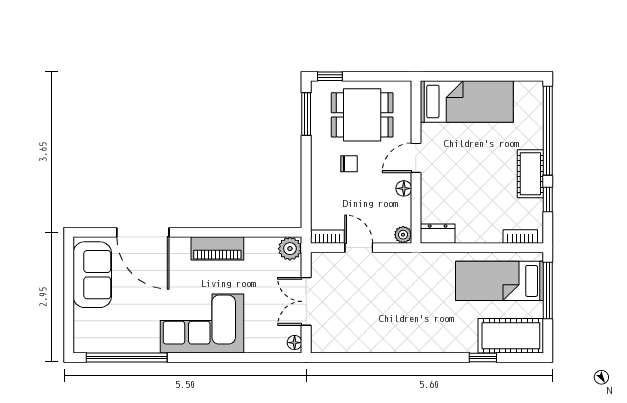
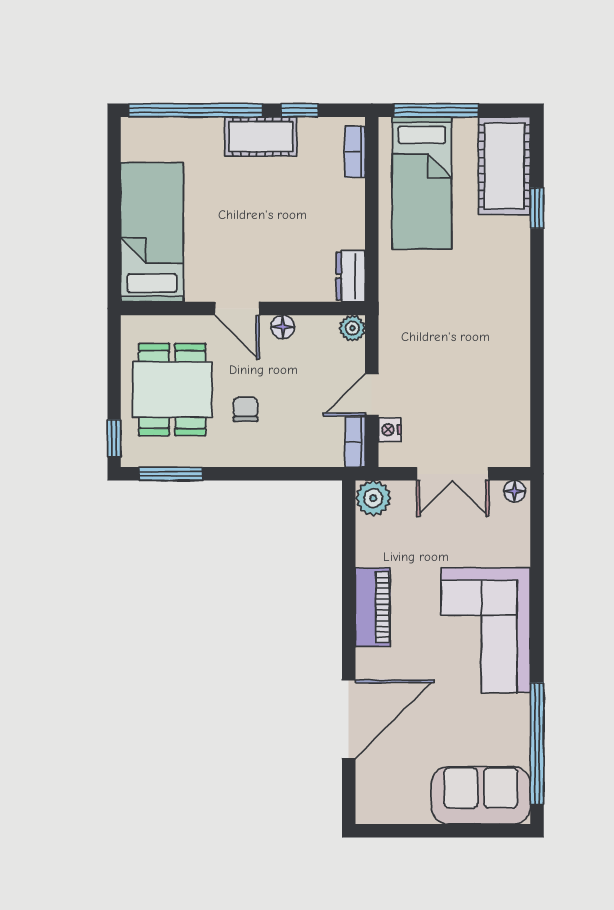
nightstand: (335, 260) -> (390, 430), added
sofa: (92, 275) -> (481, 795), moved

